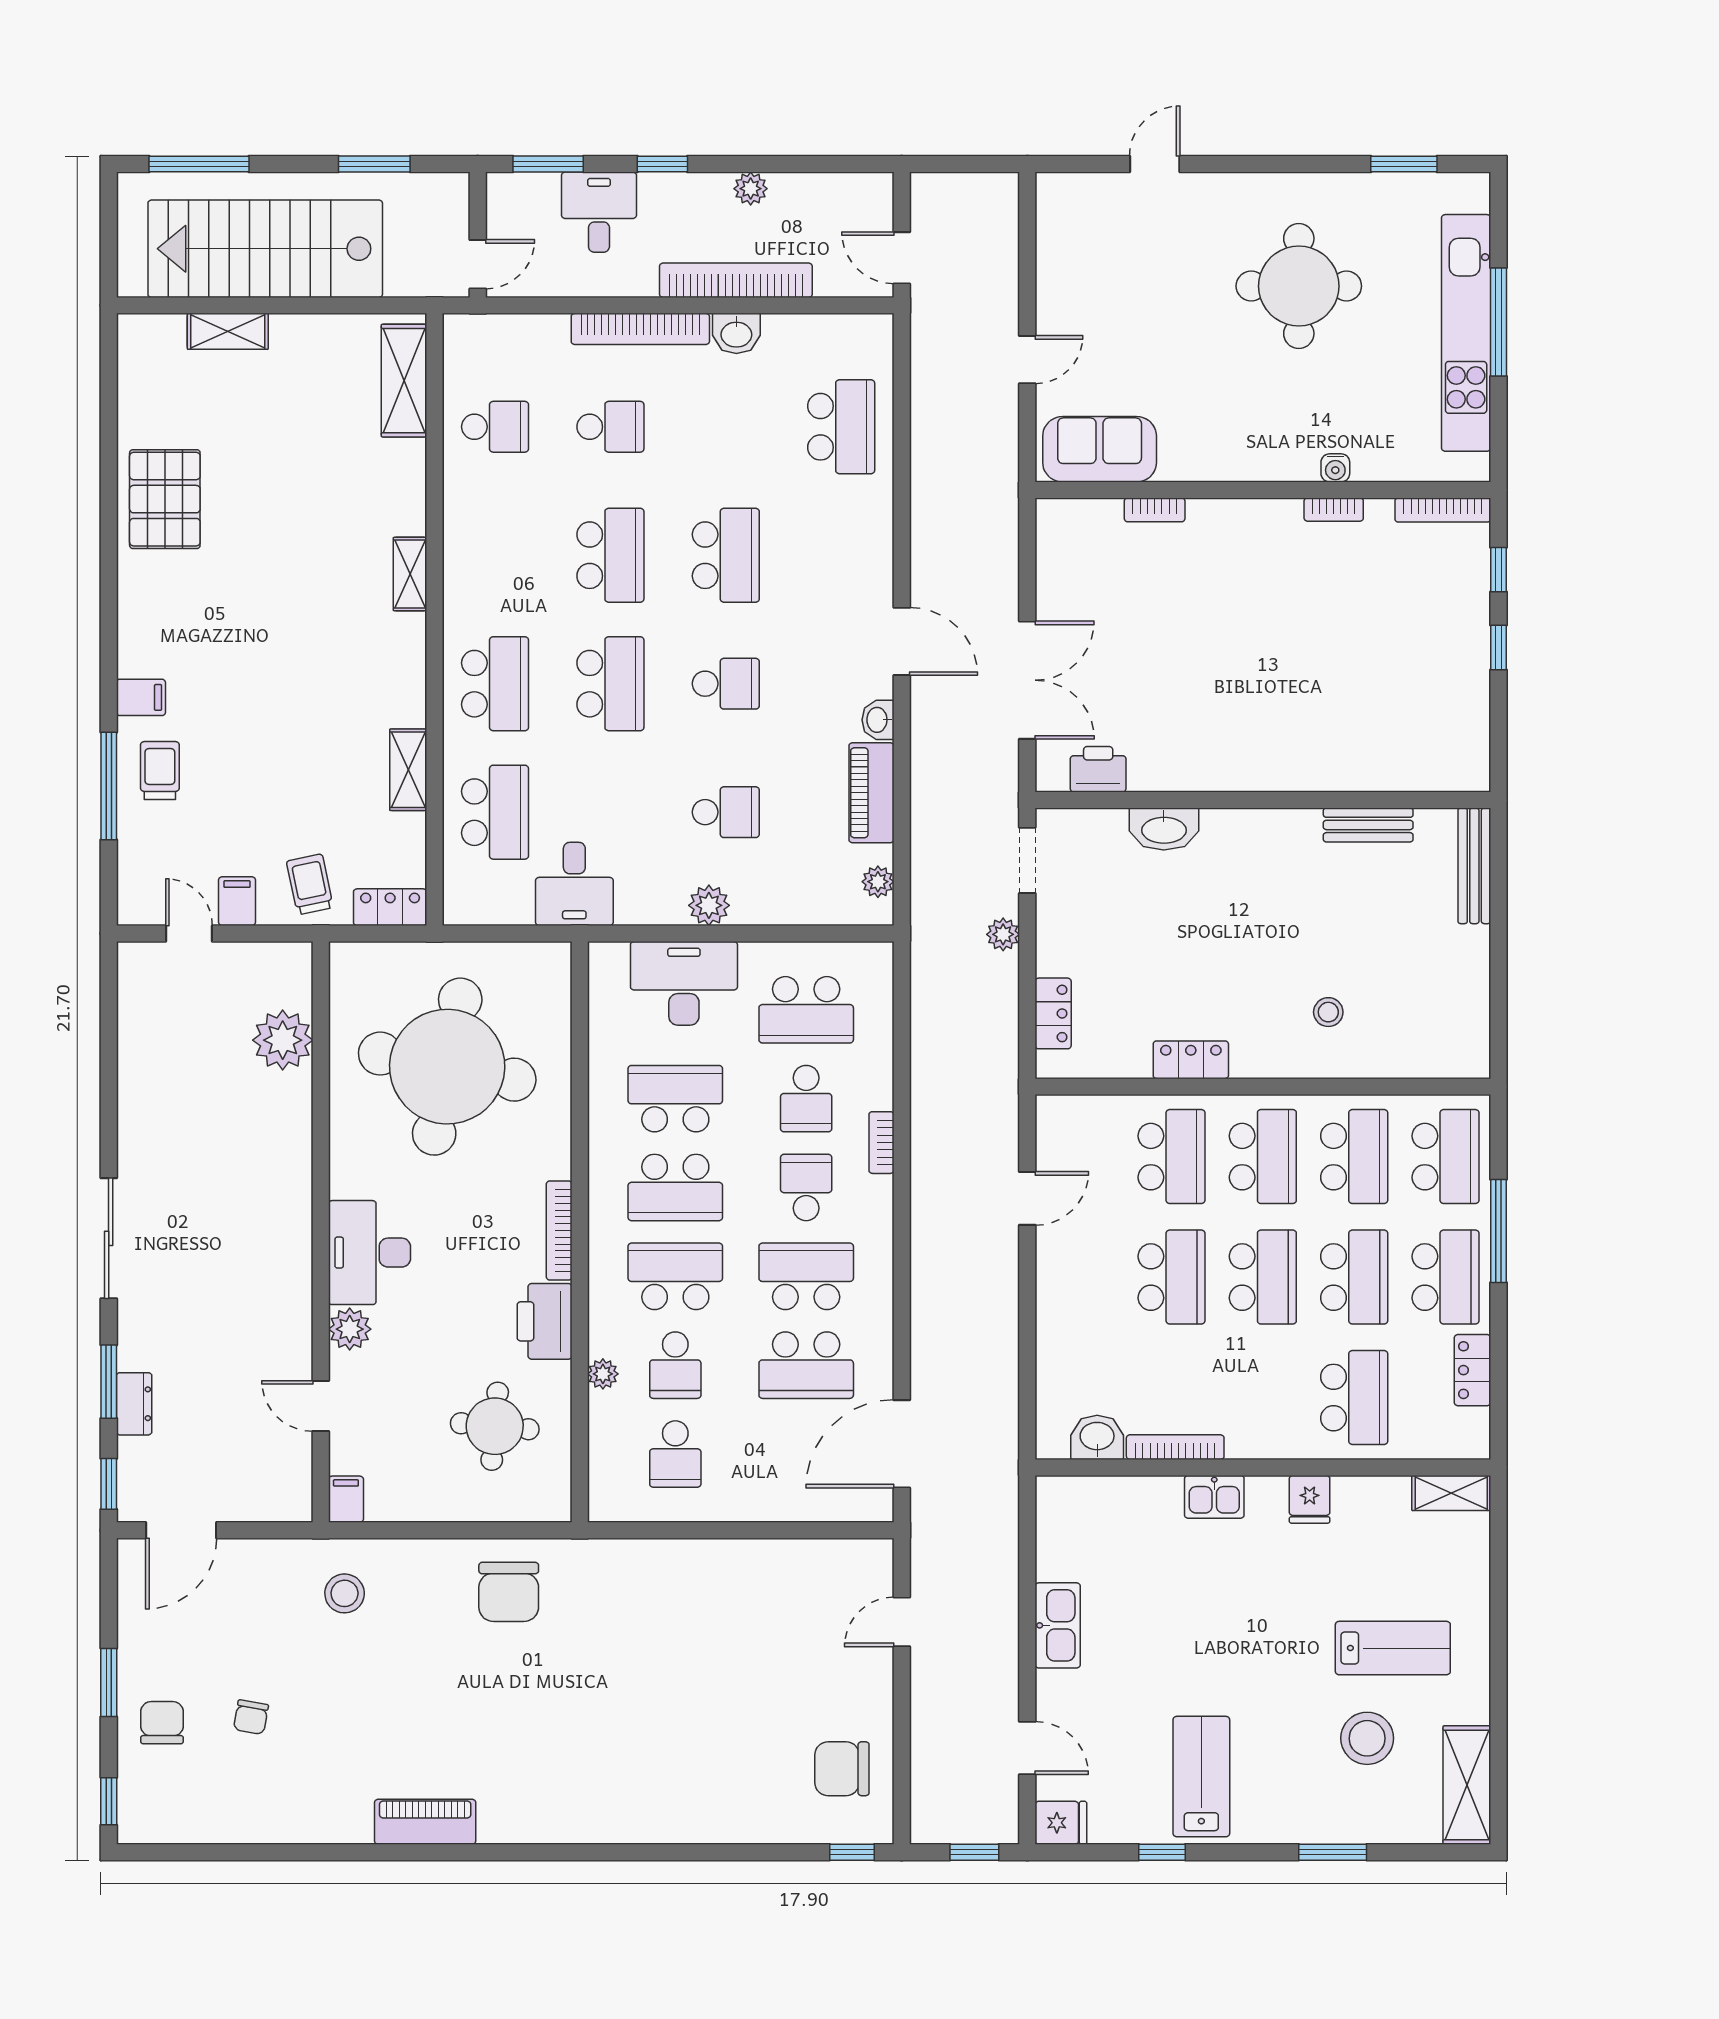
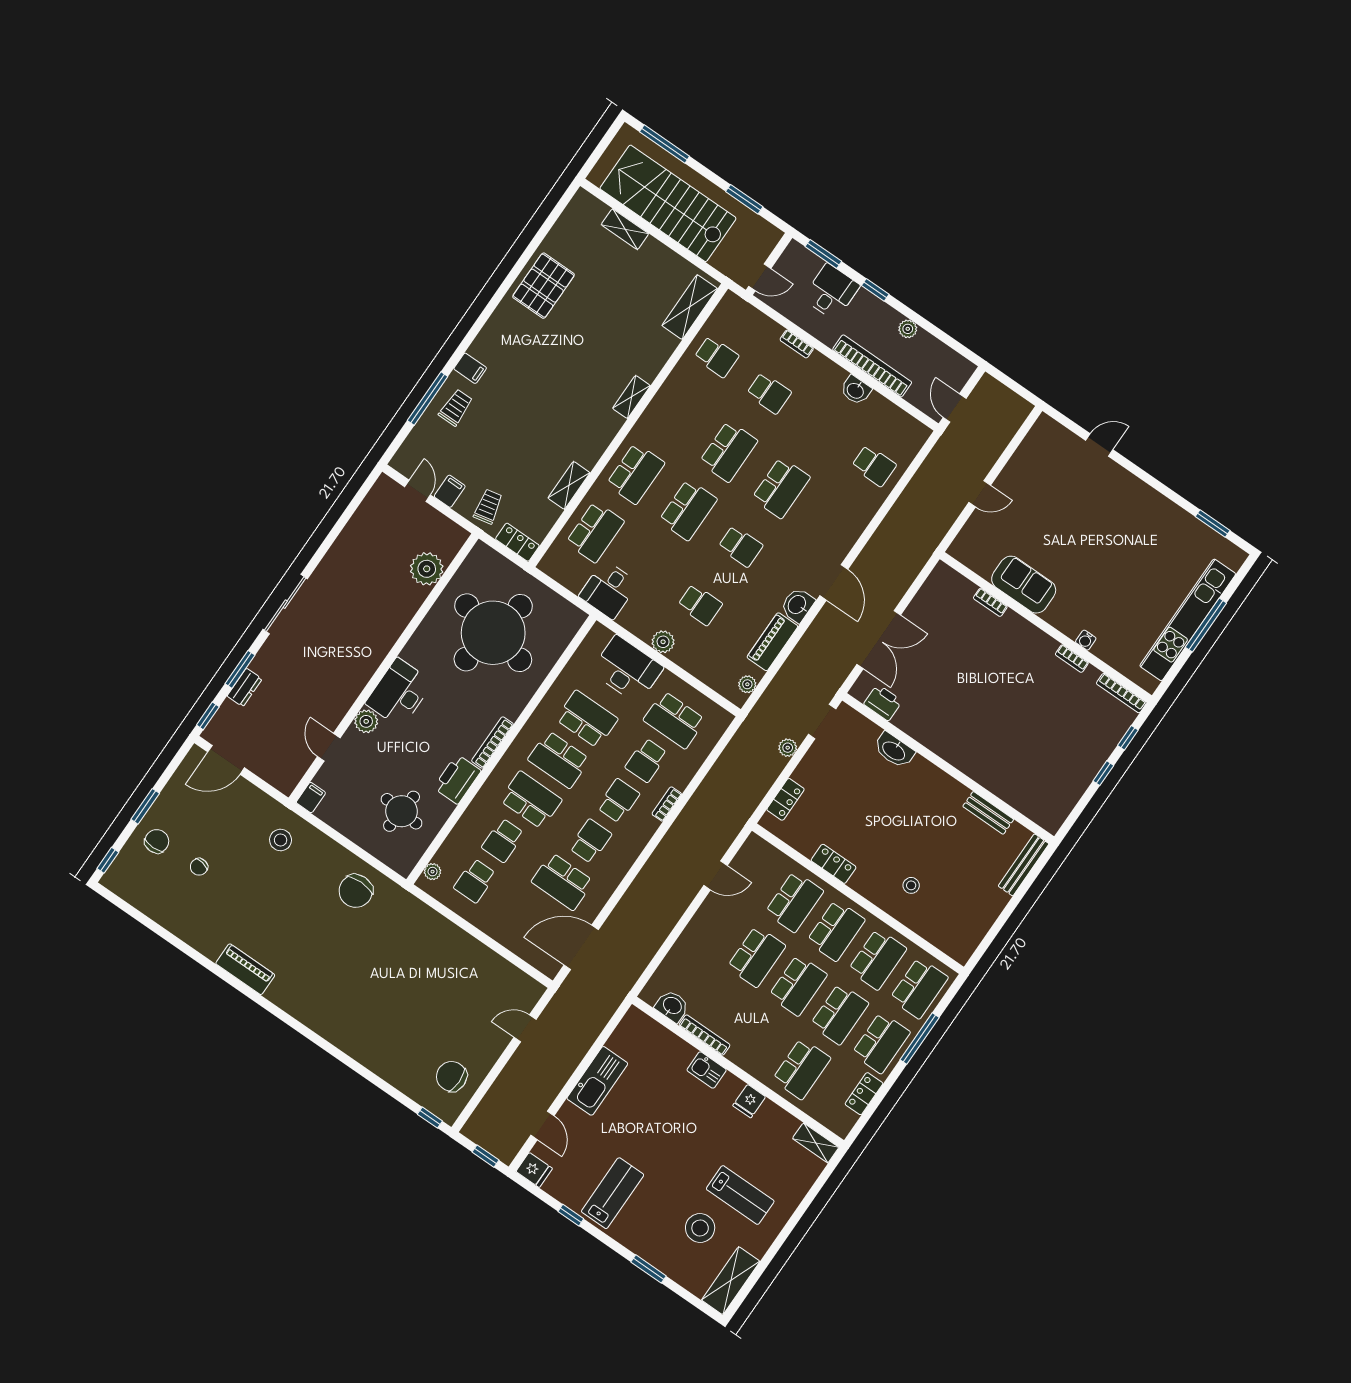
round table: (1299, 286) -> (1126, 546), removed
bookcase: (640, 329) -> (797, 344), width x0.43, depth x0.76
school desk: (841, 427) -> (874, 466), width x0.54
sofa: (1100, 449) -> (1024, 585), moved
washbasin: (878, 720) -> (797, 605), width x1.38, depth x1.45
school desk: (806, 1276) -> (590, 841), width x0.54
plant: (603, 1374) -> (433, 872), moved
kitchen sink: (1058, 1625) -> (597, 1081), width x1.36, depth x1.24

